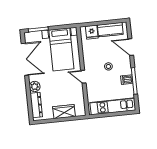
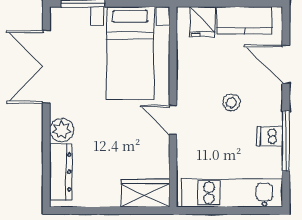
double door: (25, 59) -> (46, 67), swing flipped
wardrobe: (64, 112) -> (146, 193), moved

